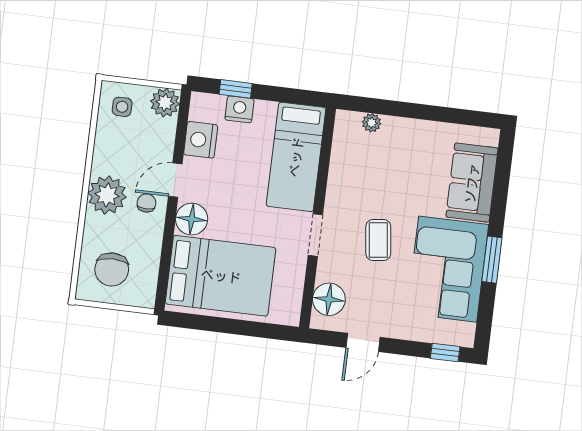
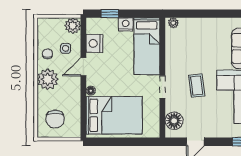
side table: (122, 107) -> (66, 48), moved
nightstand: (240, 109) -> (126, 24), moved
plant: (372, 123) -> (173, 23), moved
chair: (146, 203) -> (47, 54), moved
floor lamp: (192, 219) -> (91, 91), width x0.53, depth x0.53

